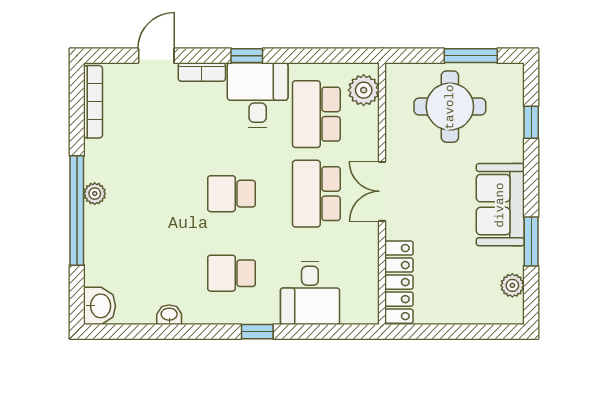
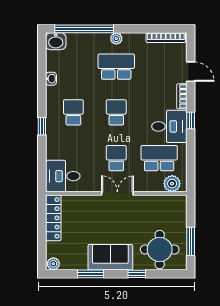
round table: (450, 107) -> (160, 249), moved
window: (531, 122) -> (137, 274), moved
school desk: (147, 194) -> (116, 67), added
school desk: (316, 194) -> (116, 158), width x0.54
window: (77, 210) -> (84, 29), moved
locker: (399, 282) -> (53, 218), moved, turned -90
plant: (512, 285) -> (53, 264), moved
desk: (310, 293) -> (63, 176), moved

